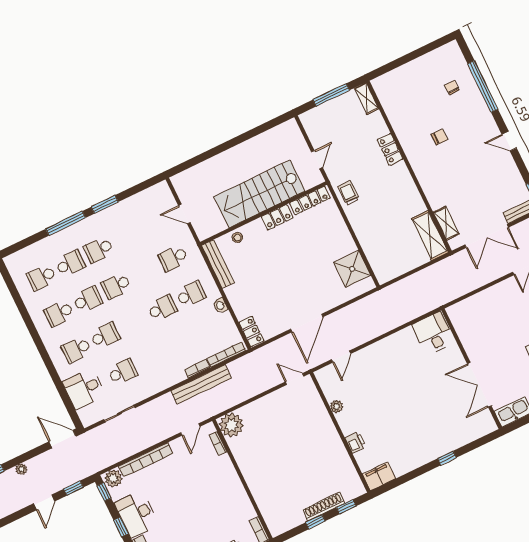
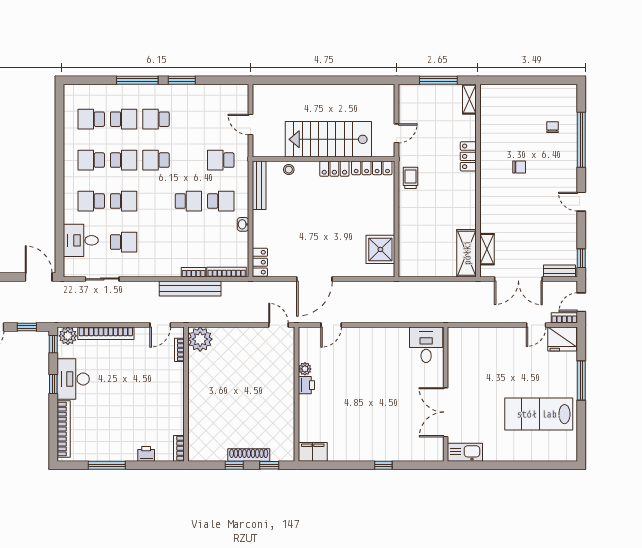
printer: (355, 442) -> (306, 385), moved

